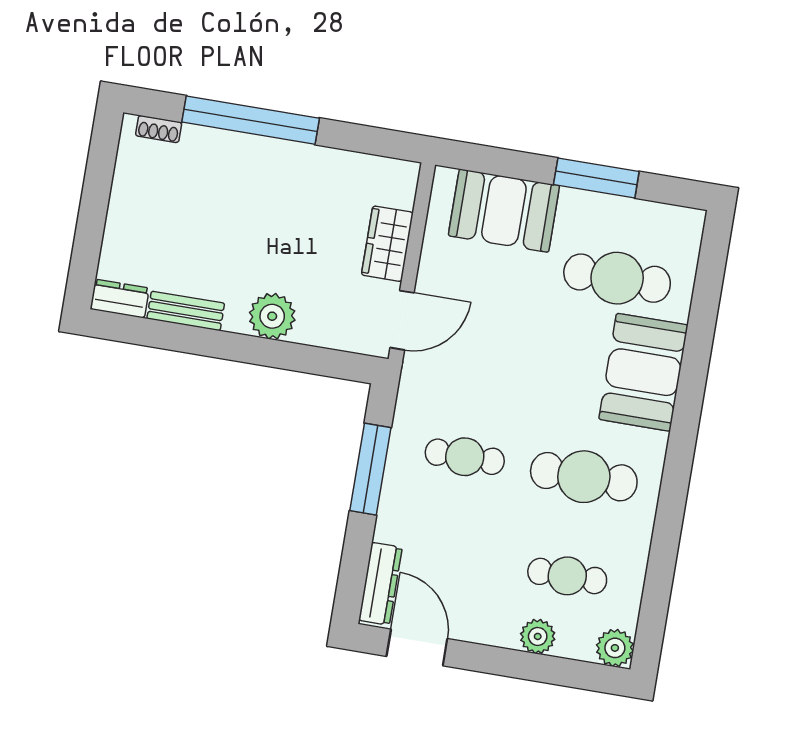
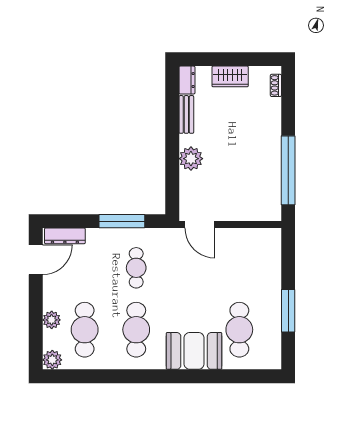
window: (251, 120) -> (288, 170), moved
booth: (504, 211) -> (264, 267), removed
wardrobe: (387, 244) -> (230, 76), moved, turned 180
cafe table: (567, 576) -> (85, 330), width x1.37, depth x1.35

